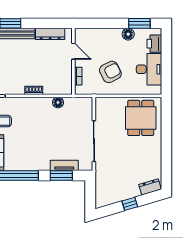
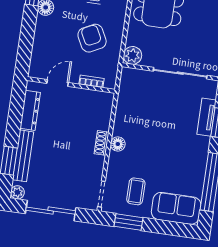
floor lamp: (58, 102) -> (118, 144), moved
plant: (102, 104) -> (133, 55), added

